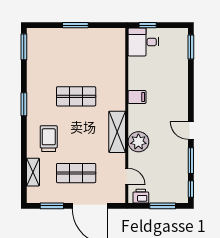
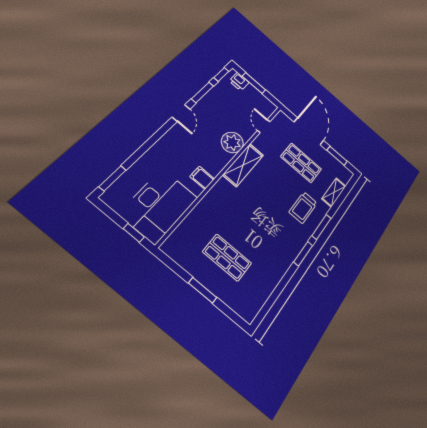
desk: (143, 42) -> (159, 206), width x1.87, depth x1.30
window: (24, 47) -> (321, 227), moved
shop shelf: (76, 96) -> (227, 257), moved
printer: (141, 196) -> (239, 82), moved

